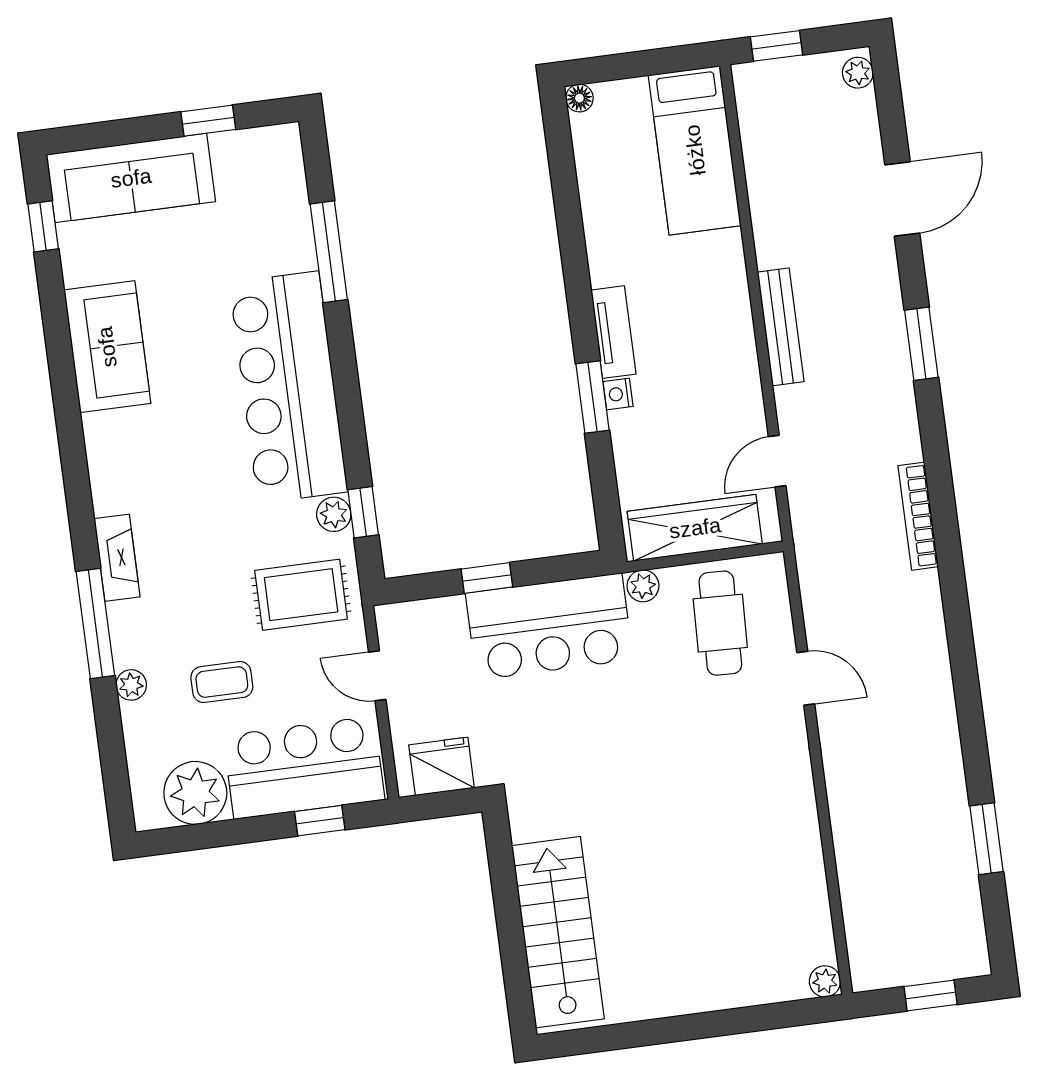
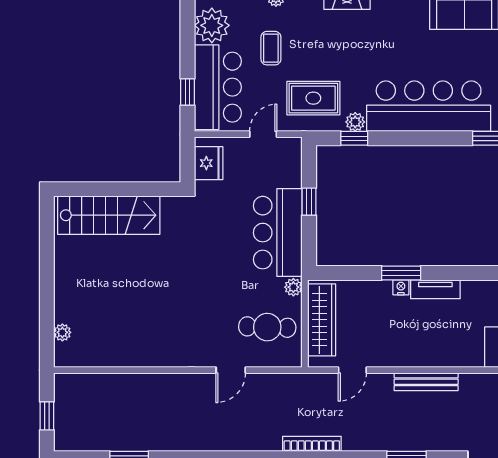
door: (777, 461) -> (352, 370), swing flipped
rug: (301, 595) -> (313, 98), turned 90
plant: (825, 981) -> (62, 332), moved

